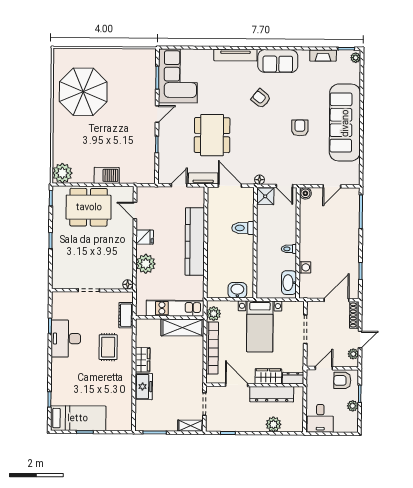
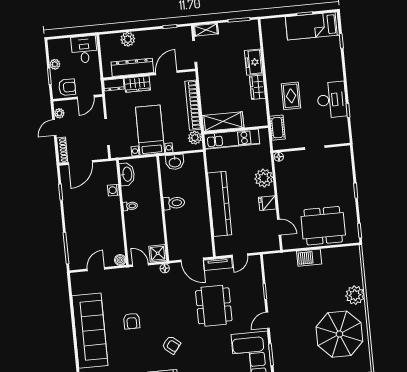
plant: (62, 173) -> (355, 295), moved
toilet: (243, 228) -> (174, 203), moved
door: (237, 385) -> (166, 73), swing flipped

